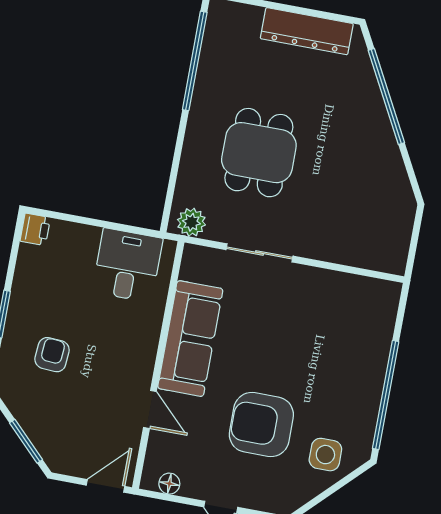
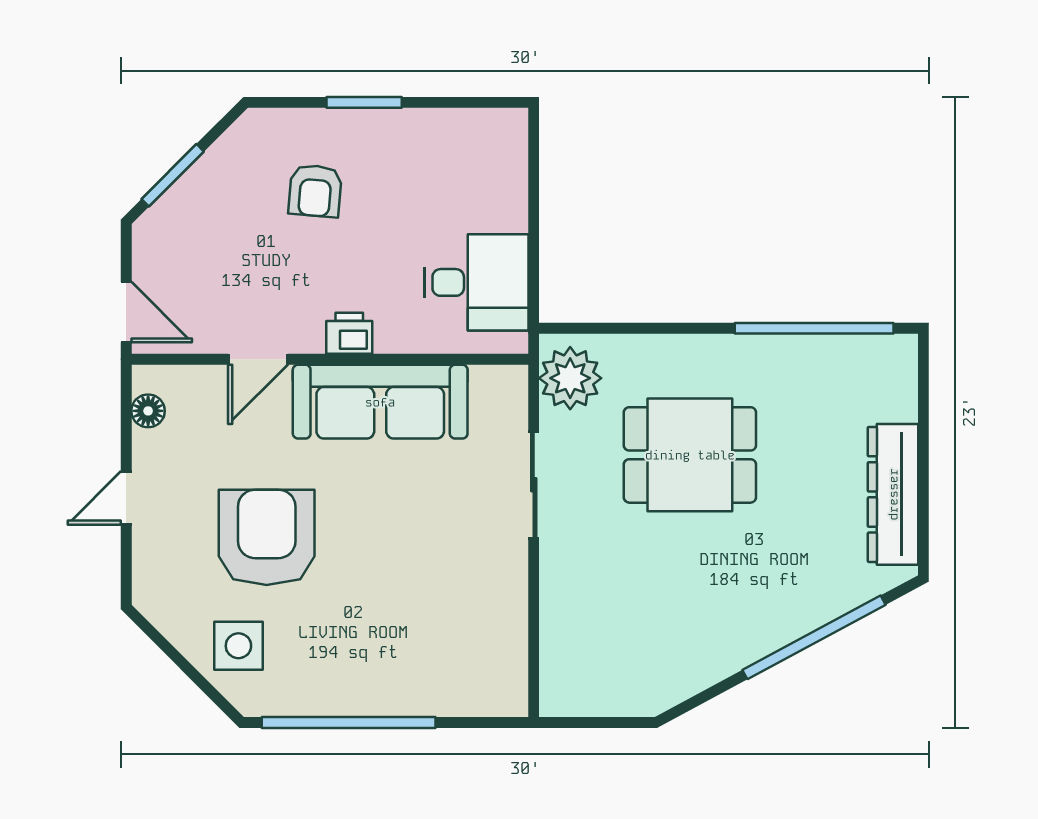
plant: (191, 222) -> (570, 378), width x1.36, depth x1.36
printer: (35, 229) -> (349, 333), moved, turned 180
armchair: (52, 355) -> (315, 191), turned 91

